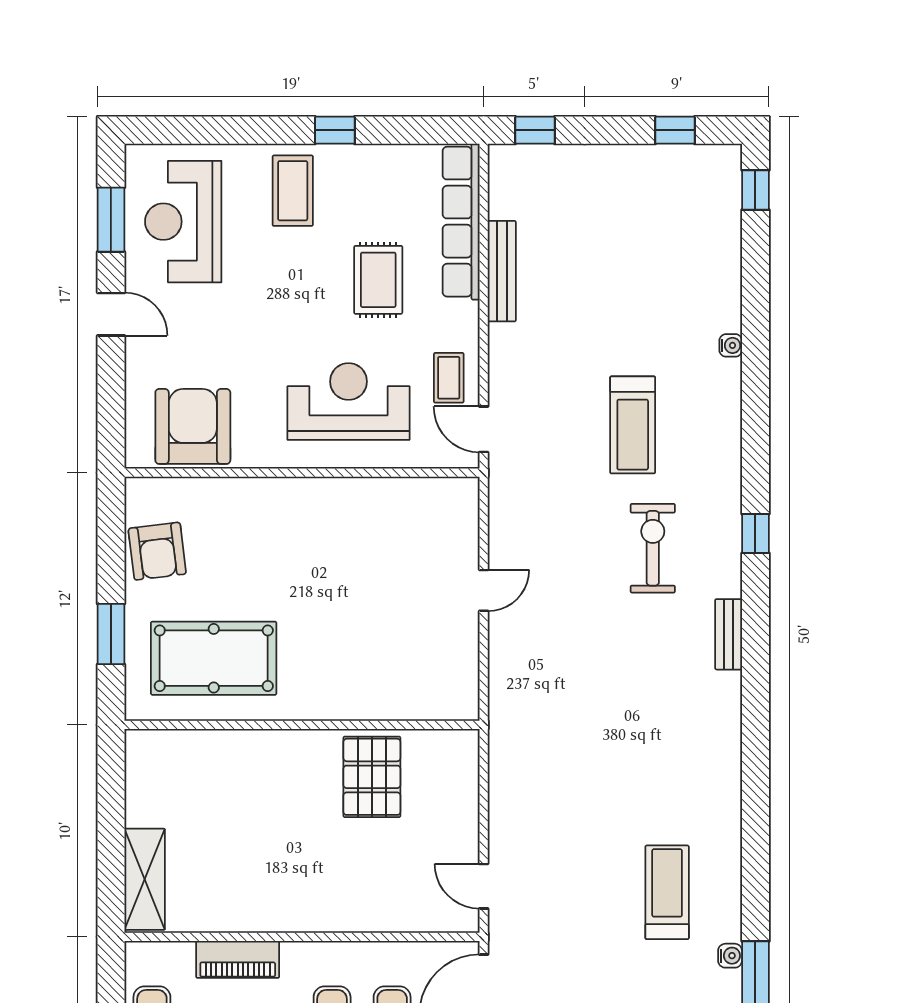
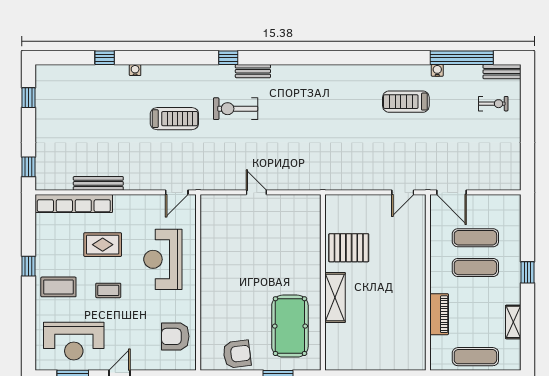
window: (755, 190) -> (105, 58), moved
coffee table: (449, 378) -> (108, 290), moved
armchair: (193, 426) -> (175, 336), width x0.73, depth x0.73
bench: (729, 634) -> (253, 71), moved
shelving: (145, 879) -> (335, 298), moved, turned 90

